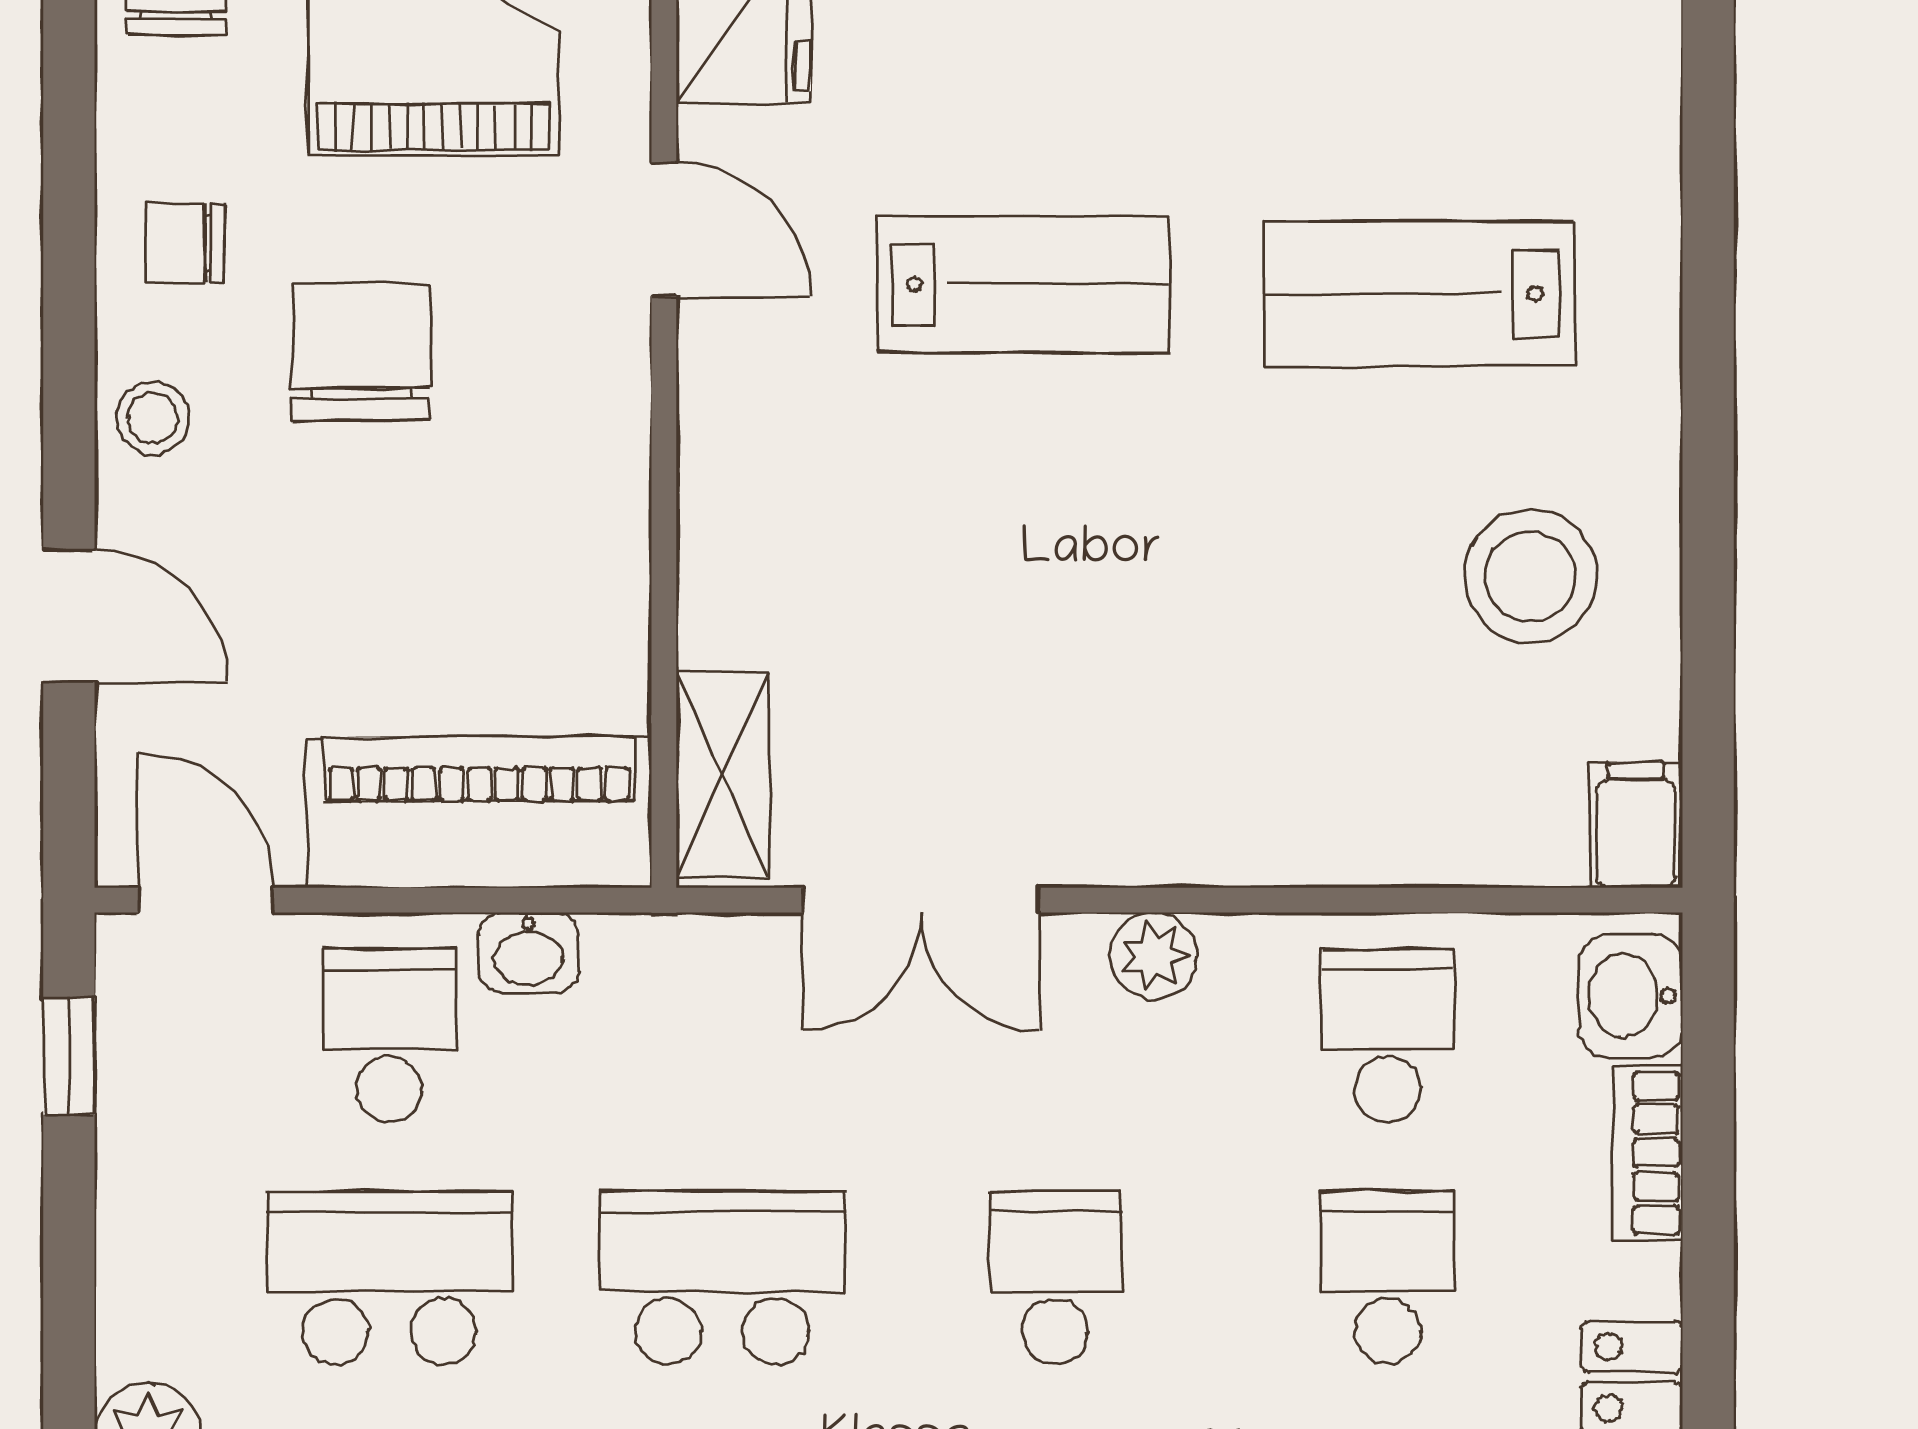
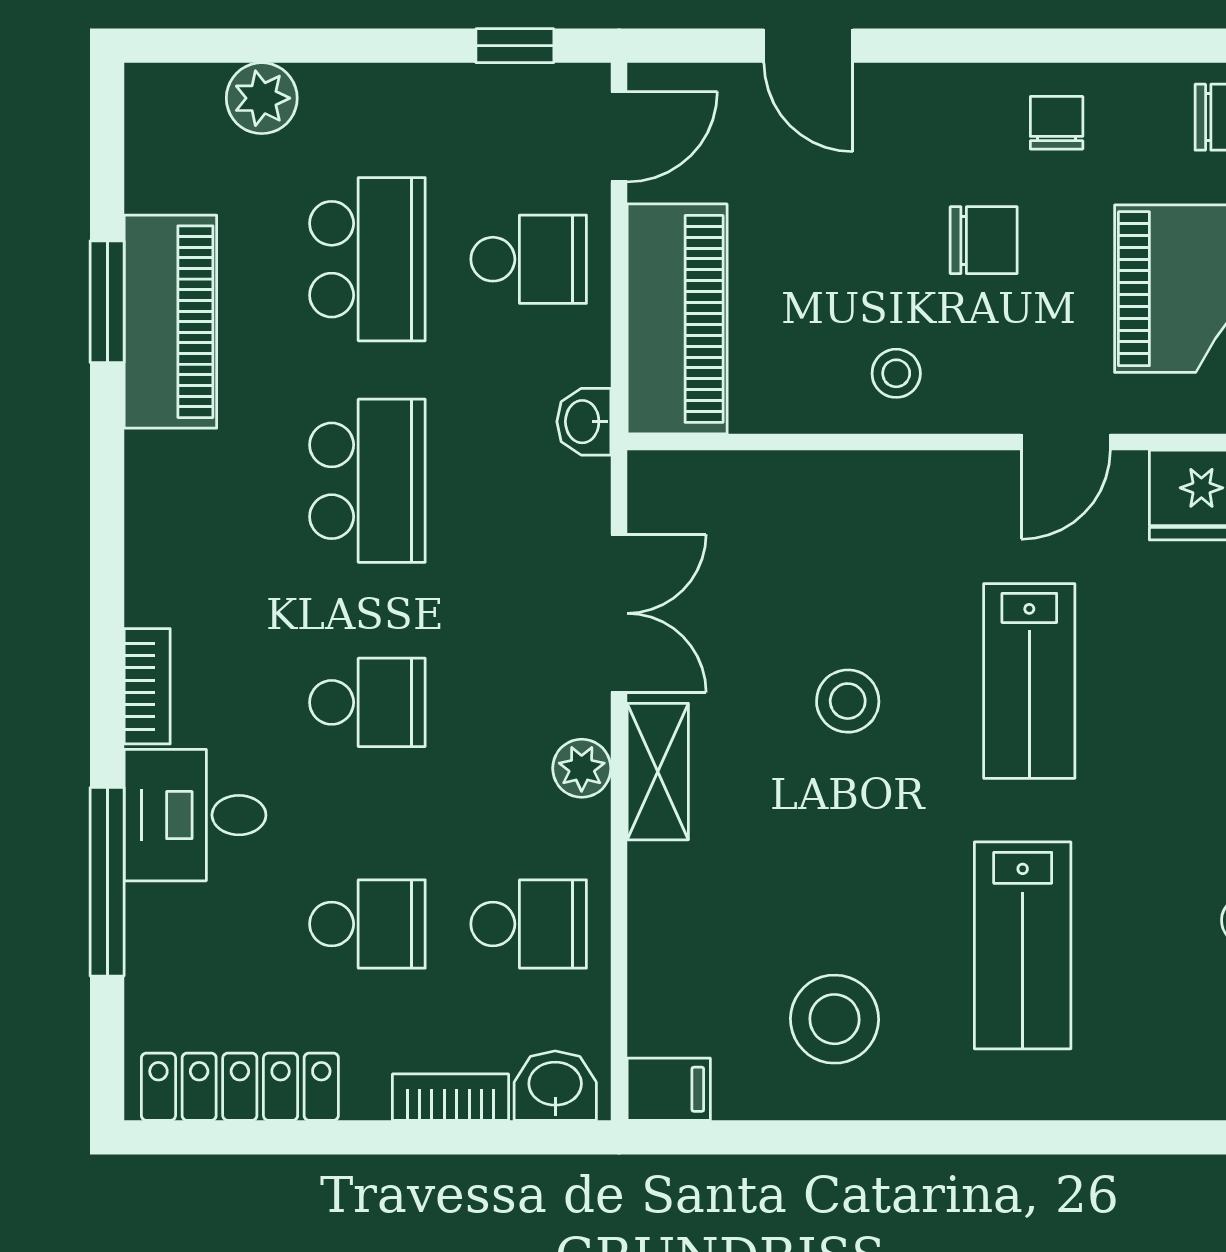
lab bench: (1420, 294) -> (1023, 945), turned 180
chair: (361, 352) -> (984, 240), width x0.73, depth x0.73
stool: (153, 418) -> (896, 373), moved
stool: (1053, 557) -> (848, 701), added
door: (69, 615) -> (808, 46), hinge flipped
shelving: (722, 775) -> (658, 772), moved, turned 90
double door: (921, 900) -> (619, 613), swing flipped
washbasin: (529, 953) -> (584, 422), moved

